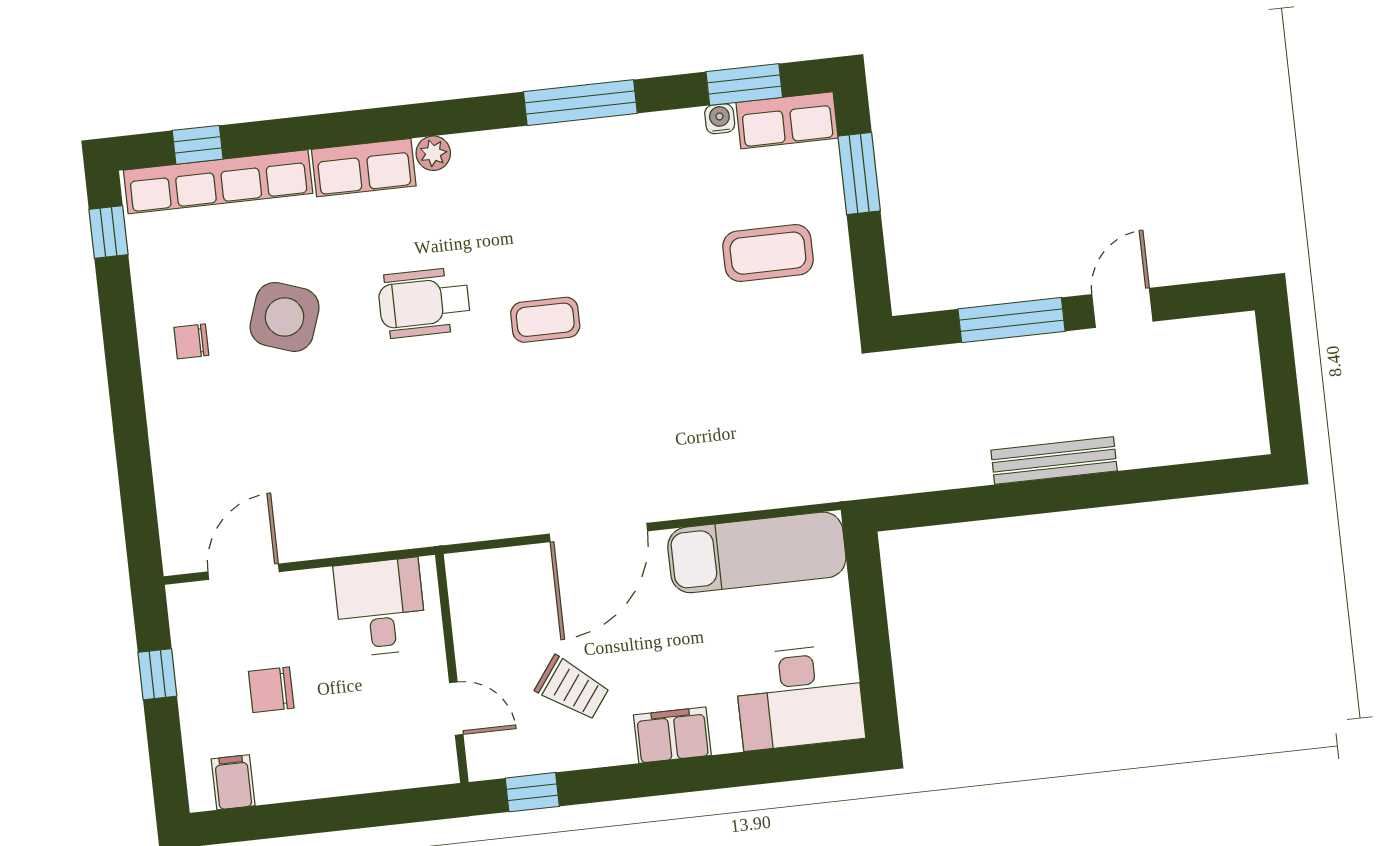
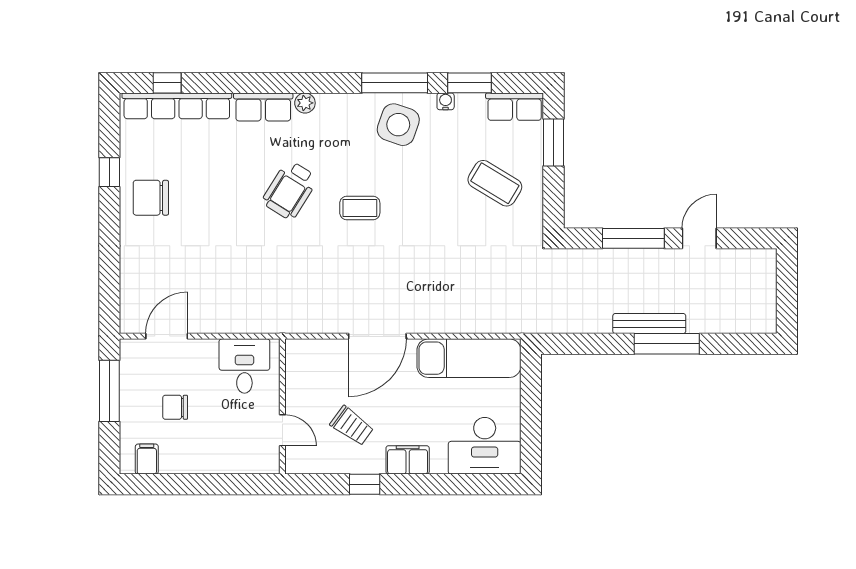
window: (744, 84) -> (470, 83), moved
water cooler: (720, 119) -> (446, 101), moved
window: (109, 232) -> (109, 172), moved
coffee table: (768, 253) -> (495, 183), turned 31
wheelchair: (424, 303) -> (290, 190), turned -58
side table: (285, 317) -> (398, 125), moved
chair: (191, 341) -> (151, 198), width x1.87, depth x1.87
window: (1087, 491) -> (667, 344), added
window: (157, 674) -> (109, 391), width x2.17
window: (532, 792) -> (365, 484), moved

